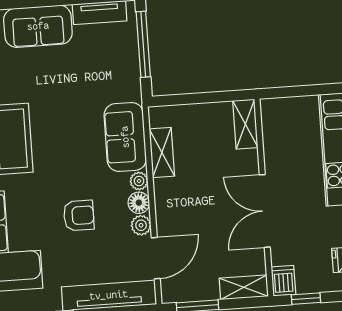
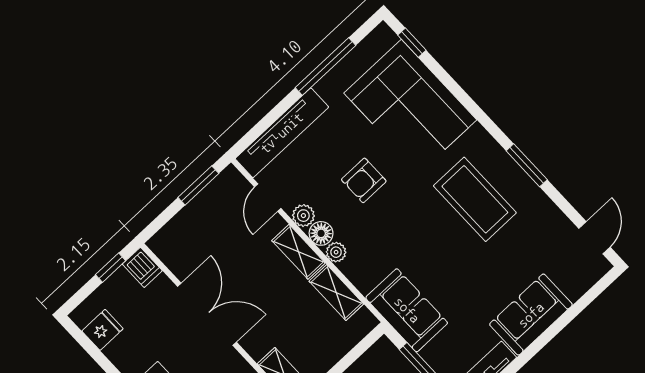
sofa: (125, 137) -> (407, 310), moved
door: (156, 258) -> (268, 198), width x0.73
shelving: (244, 287) -> (298, 252), moved, turned 90

